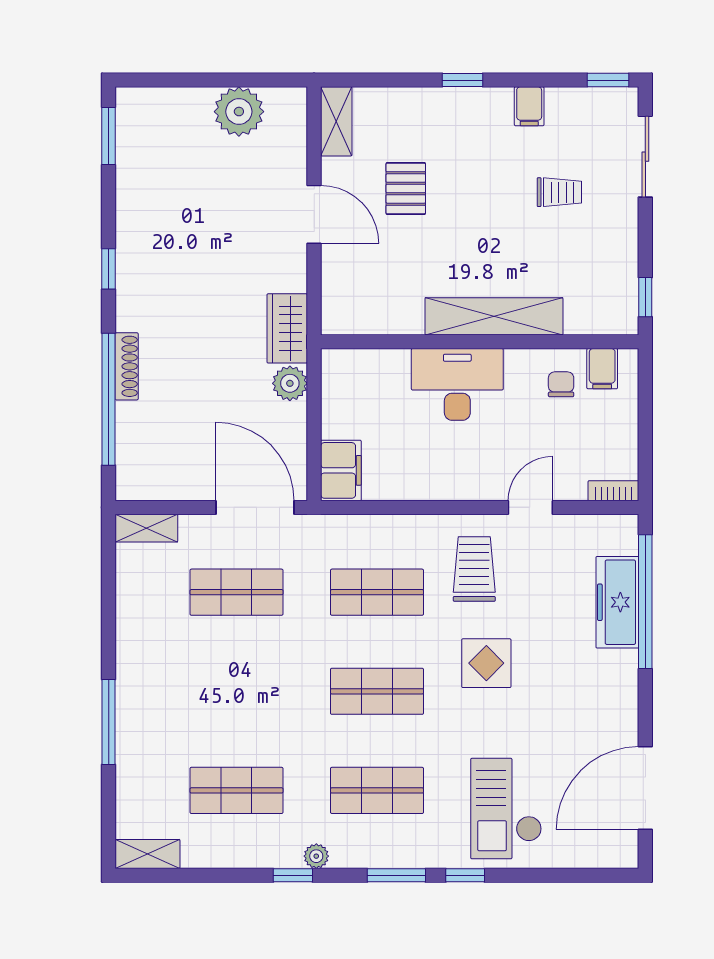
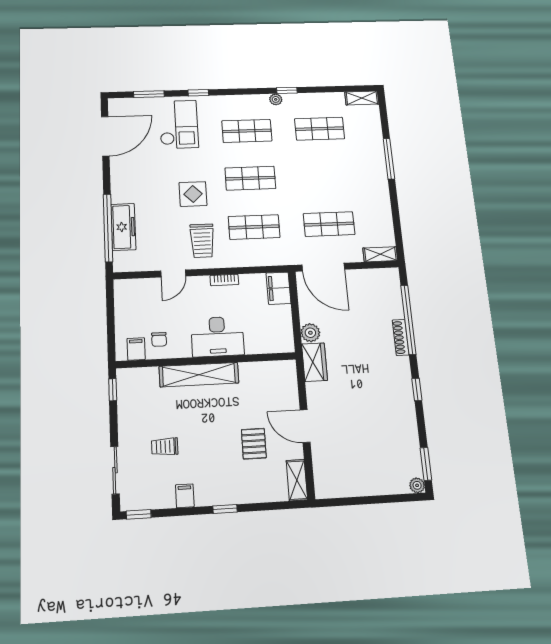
plant: (239, 112) -> (417, 485), moved, width x0.53, depth x0.53
bookcase: (613, 491) -> (224, 280), moved
window: (396, 875) -> (149, 94), moved

